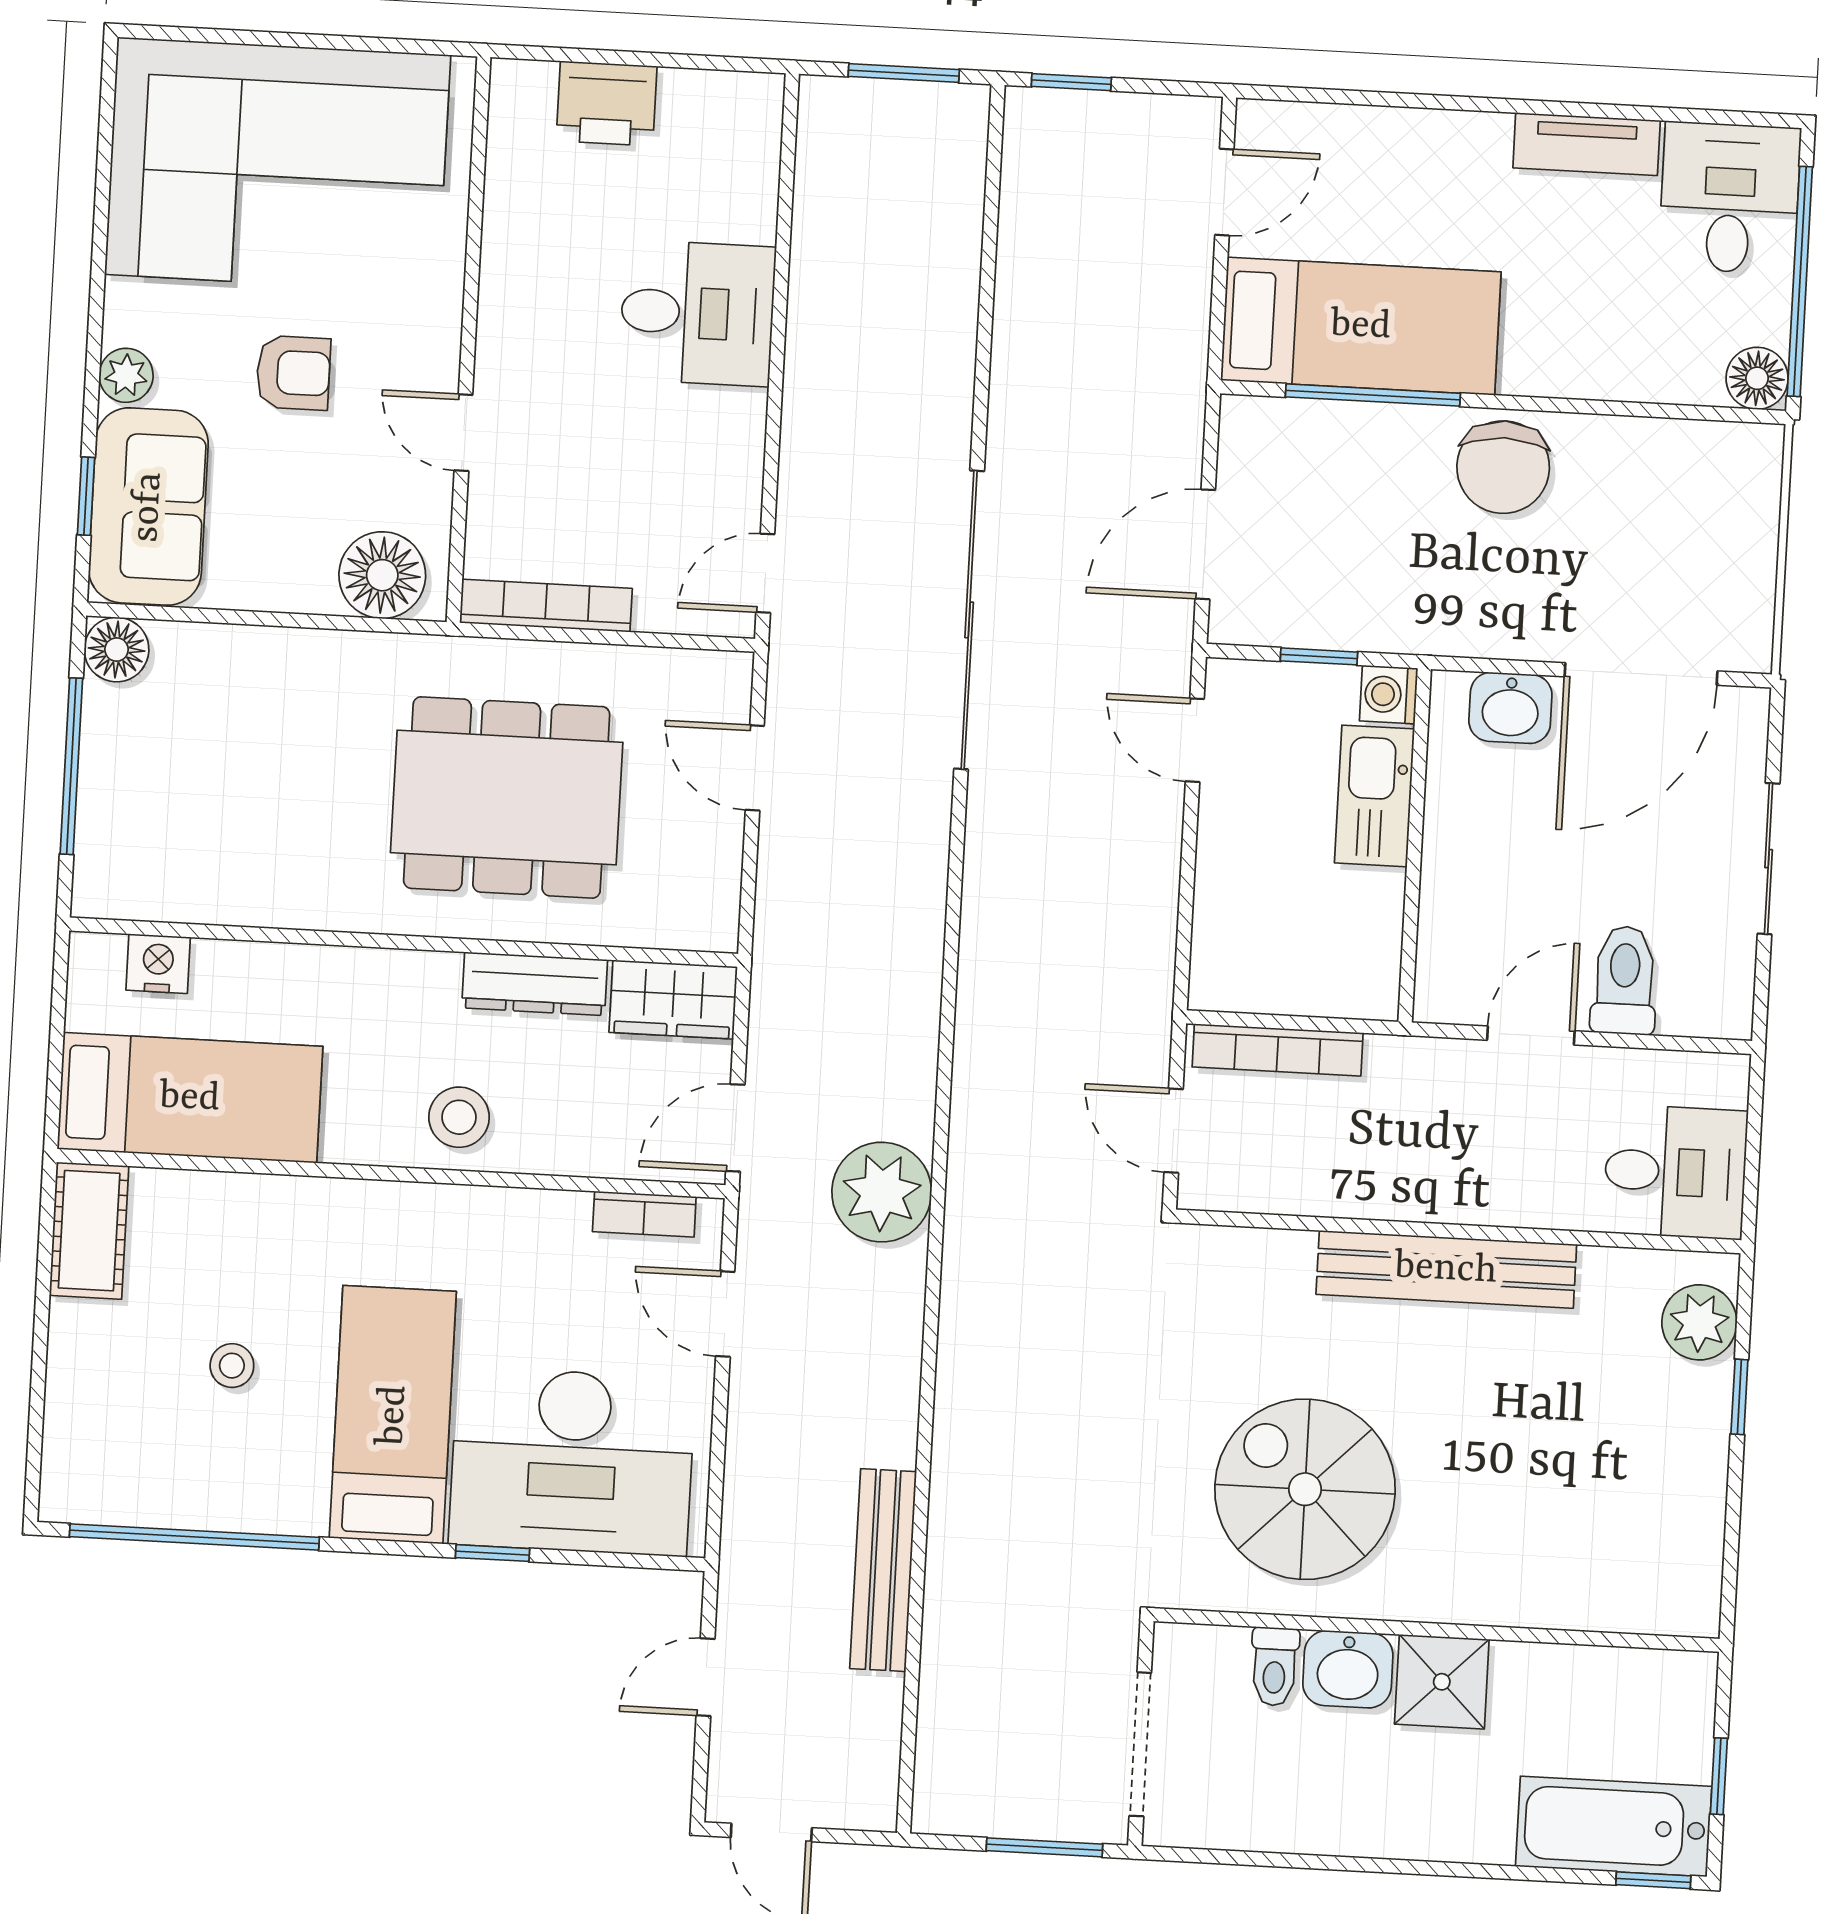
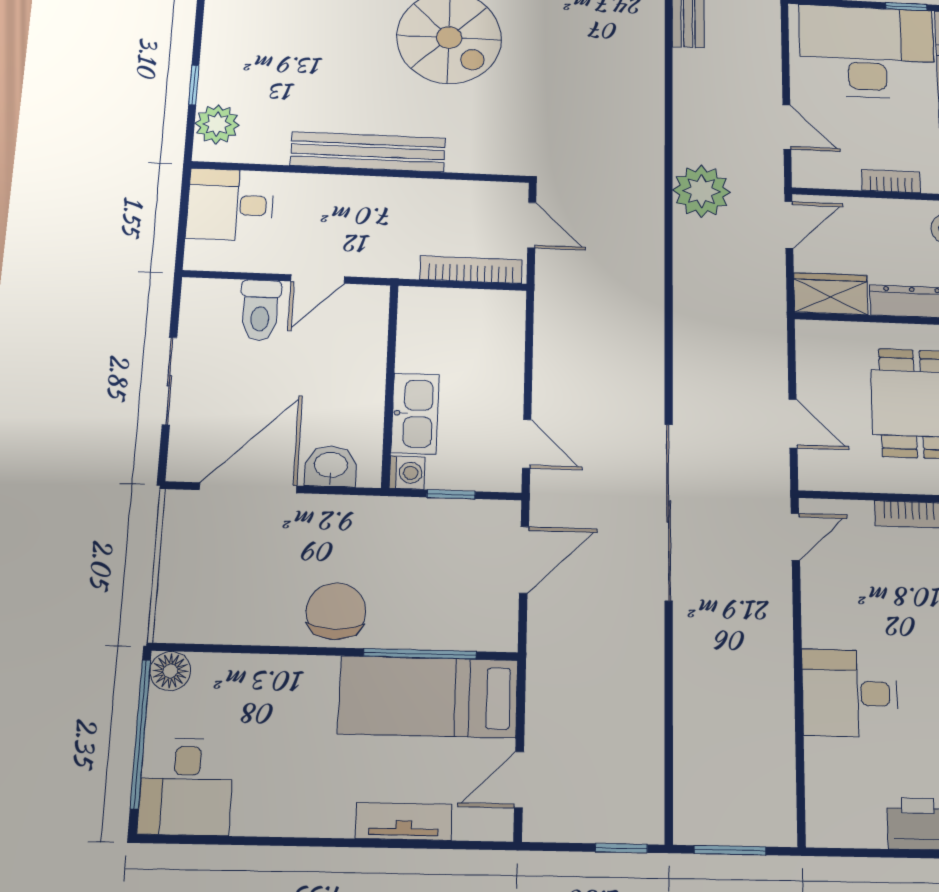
tv unit: (1587, 144) -> (404, 821), moved
bookcase: (644, 1214) -> (891, 181), moved

